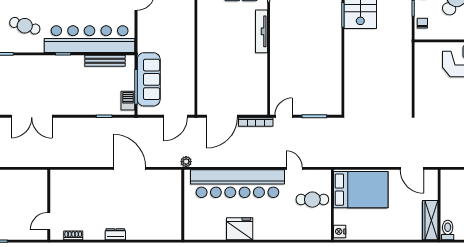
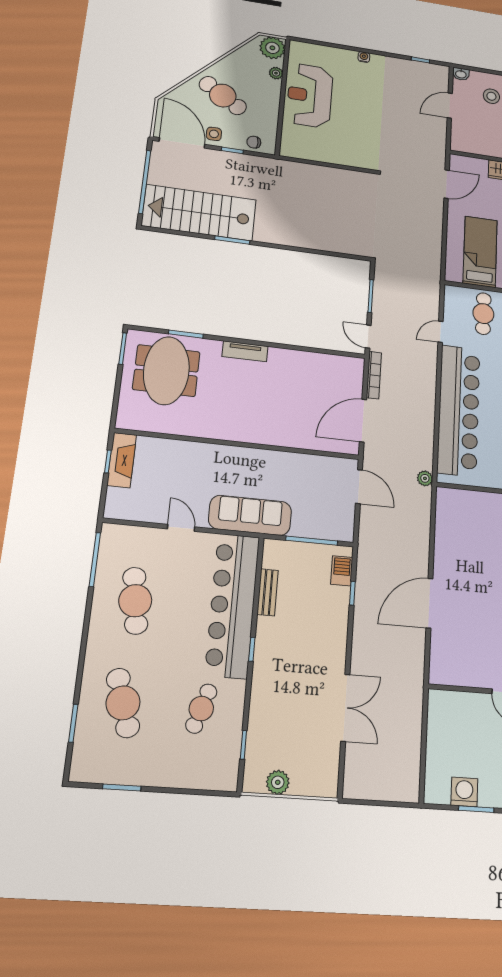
tv unit: (262, 31) -> (245, 351), width x0.71
bench: (105, 61) -> (268, 592), width x0.73
sofa: (149, 79) -> (250, 515), moved
barbecue: (128, 101) -> (342, 571), moved, turned 90
door: (222, 116) -> (363, 421), swing flipped
door: (129, 168) -> (429, 603), moved
bed: (361, 190) -> (480, 252), width x0.67

